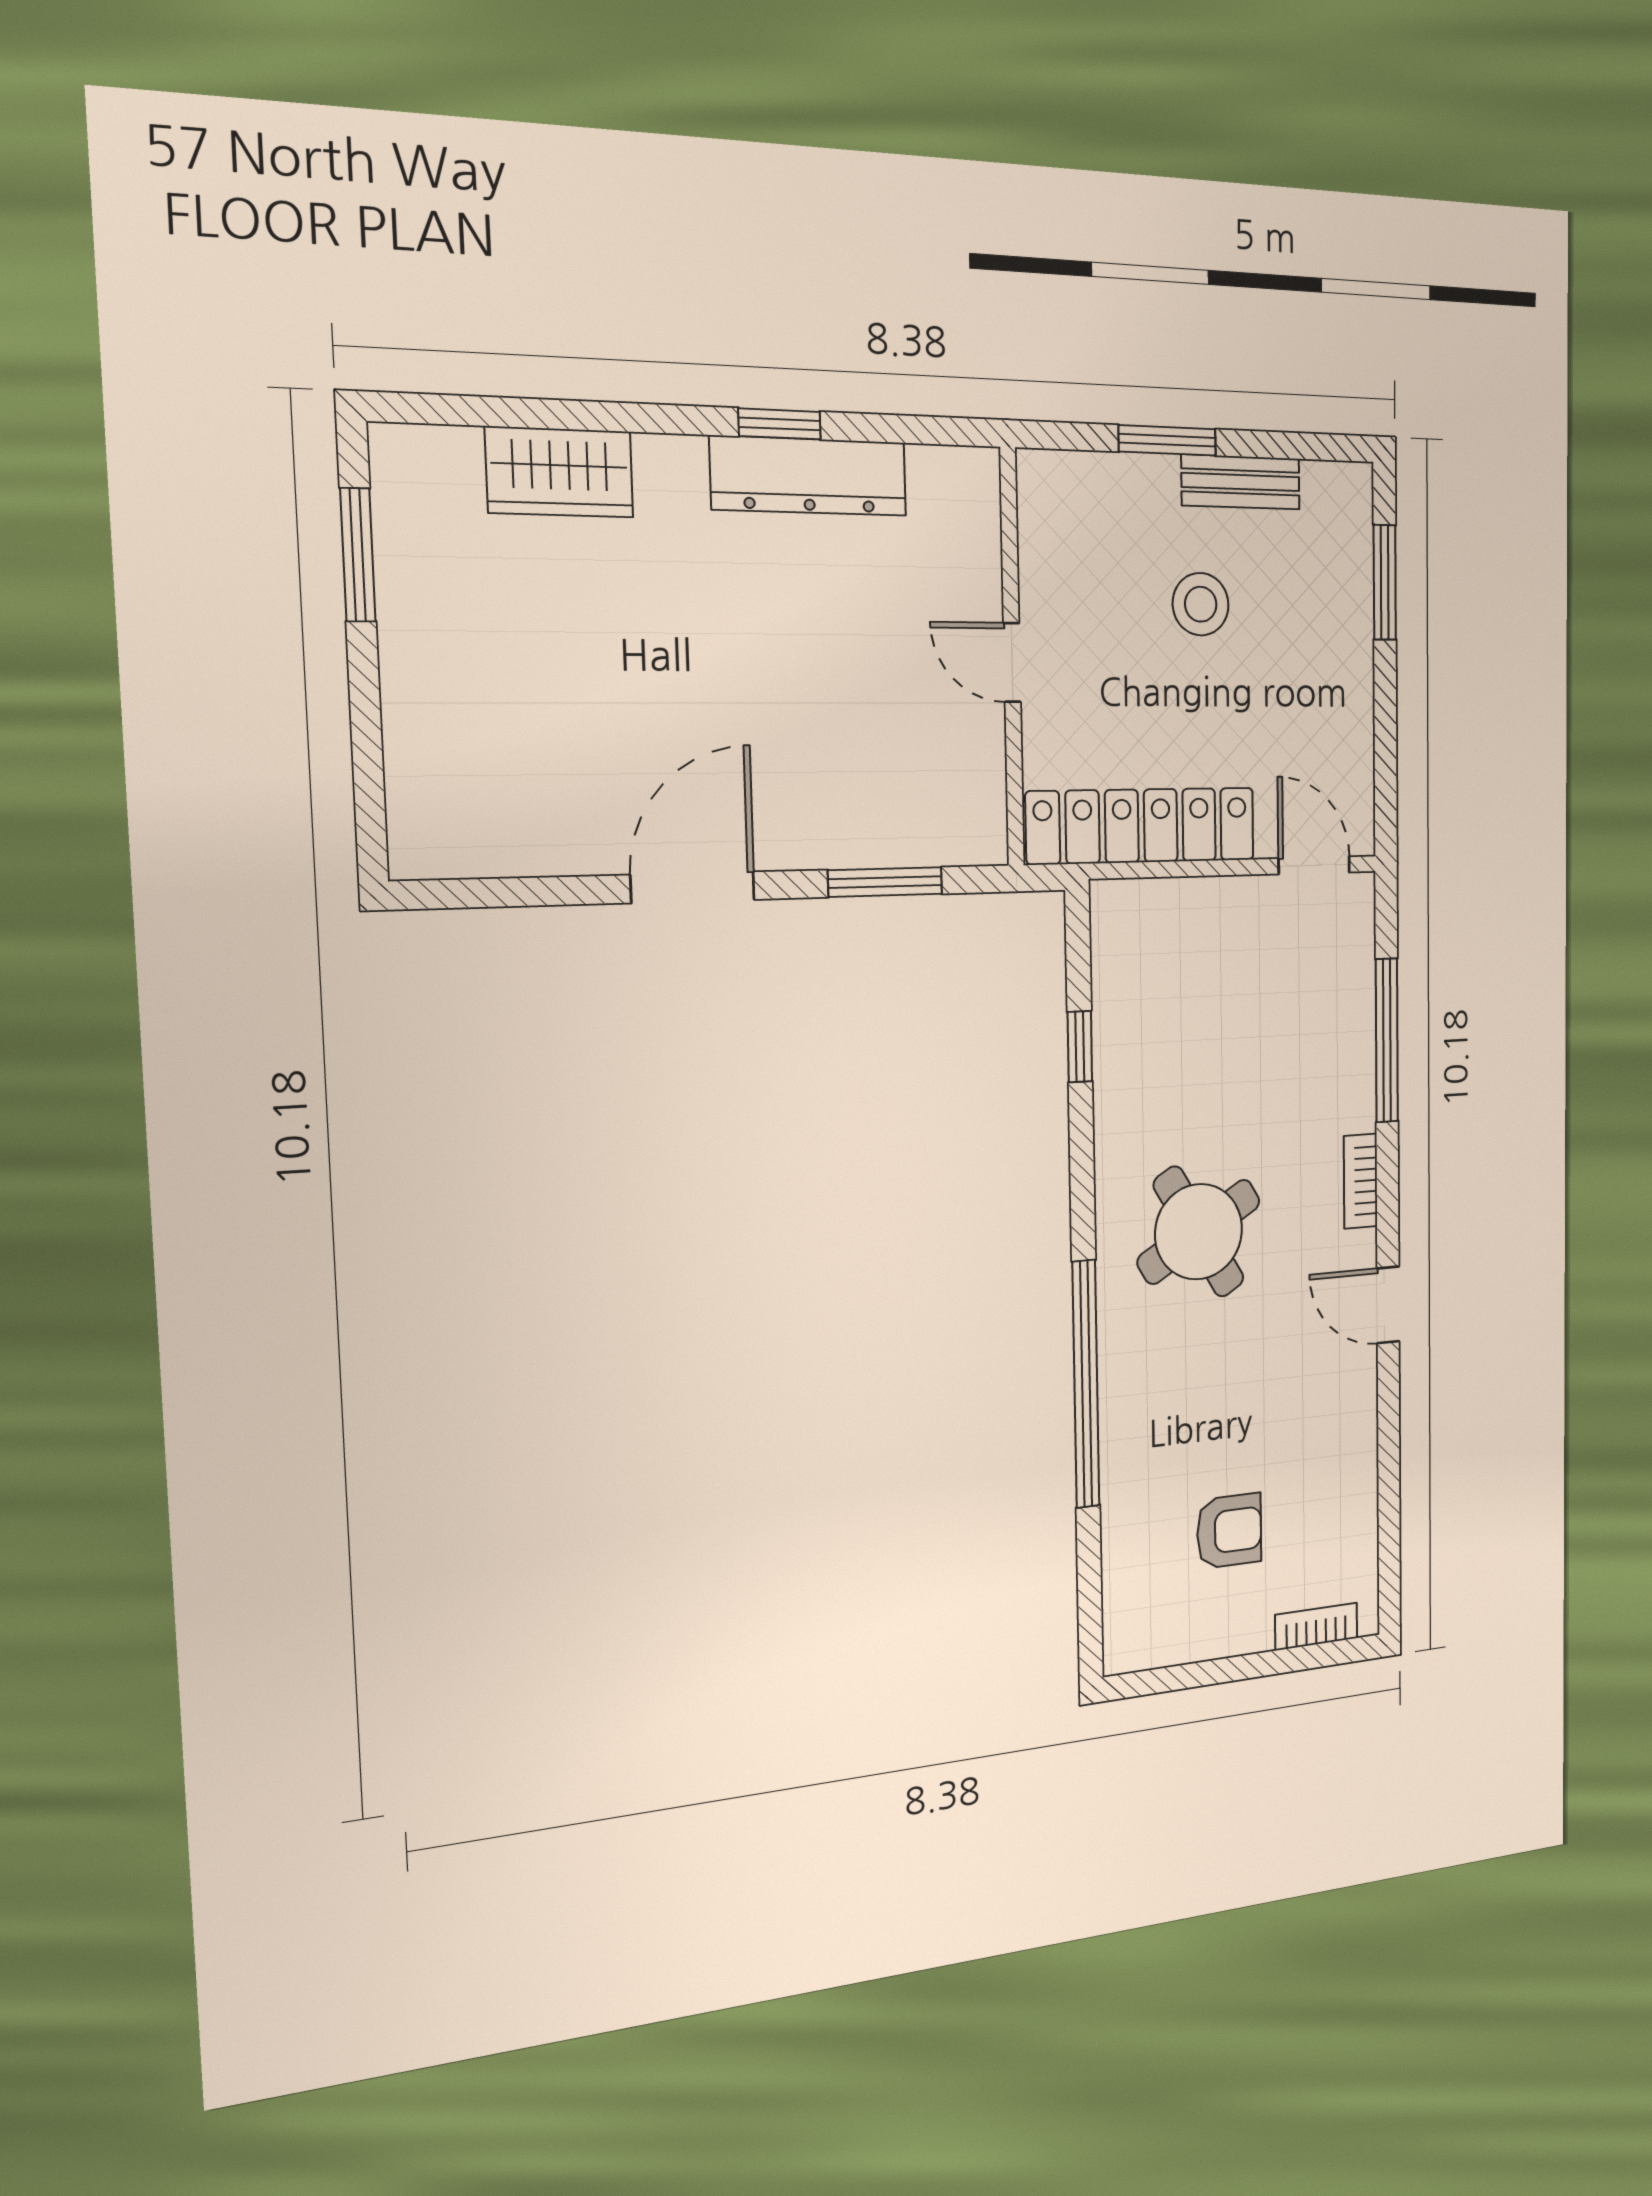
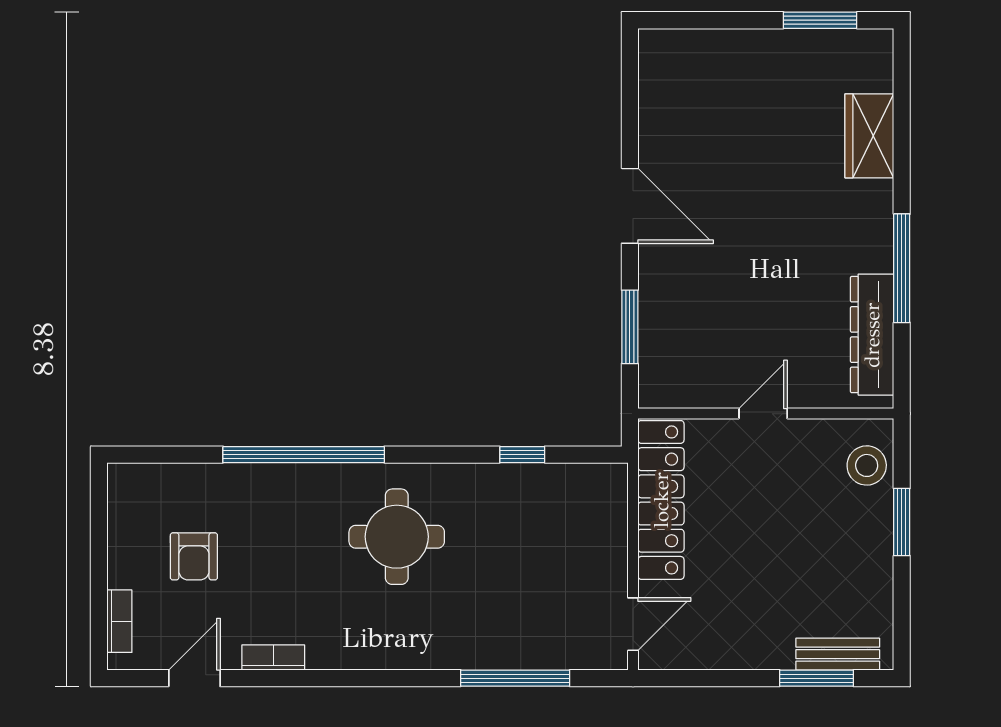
window: (780, 424) -> (902, 268), width x2.17
dresser: (809, 476) -> (872, 335), moved
bench: (1241, 482) -> (838, 654), moved, turned 90
stool: (1201, 604) -> (867, 465), moved
bookcase: (1361, 1181) -> (273, 658), moved
round table: (1199, 1232) -> (397, 537), turned 31
door: (1388, 1305) -> (194, 678), moved

